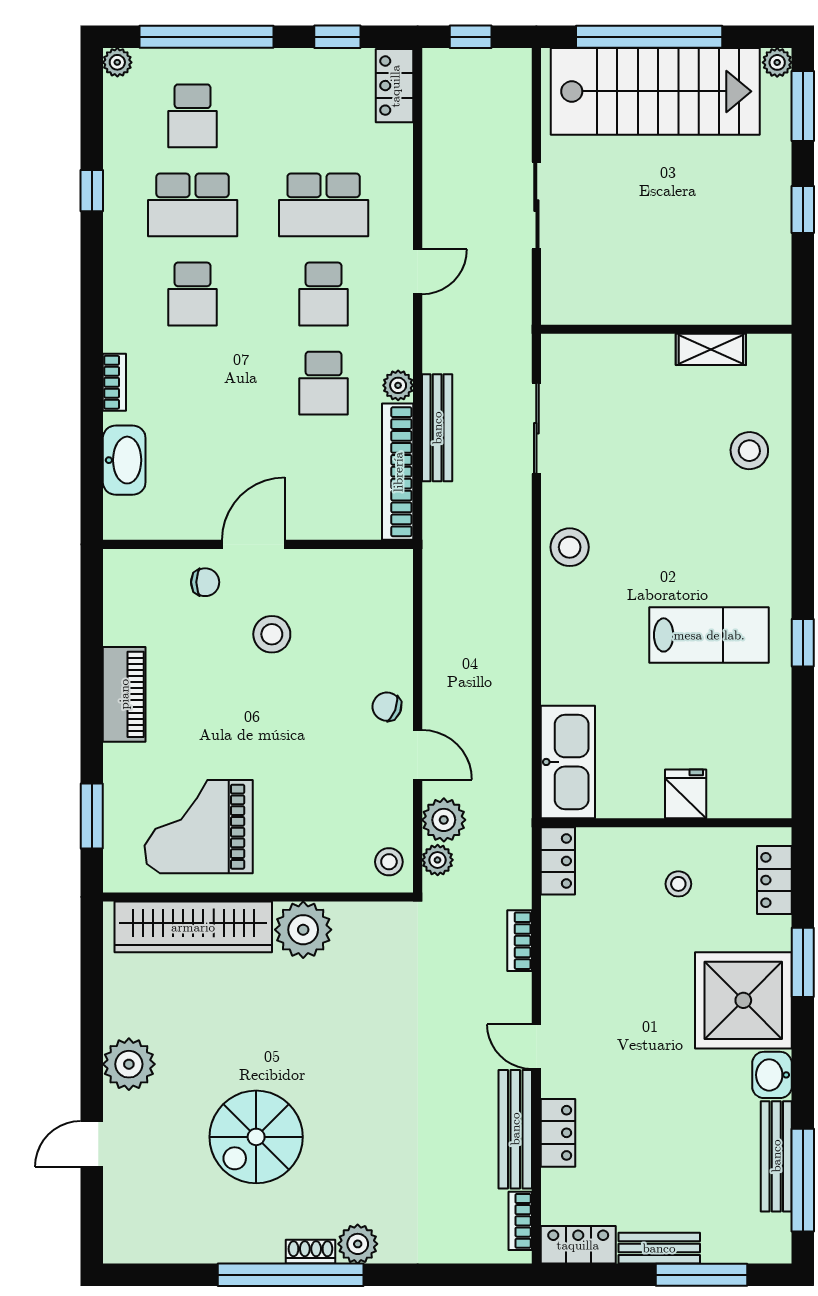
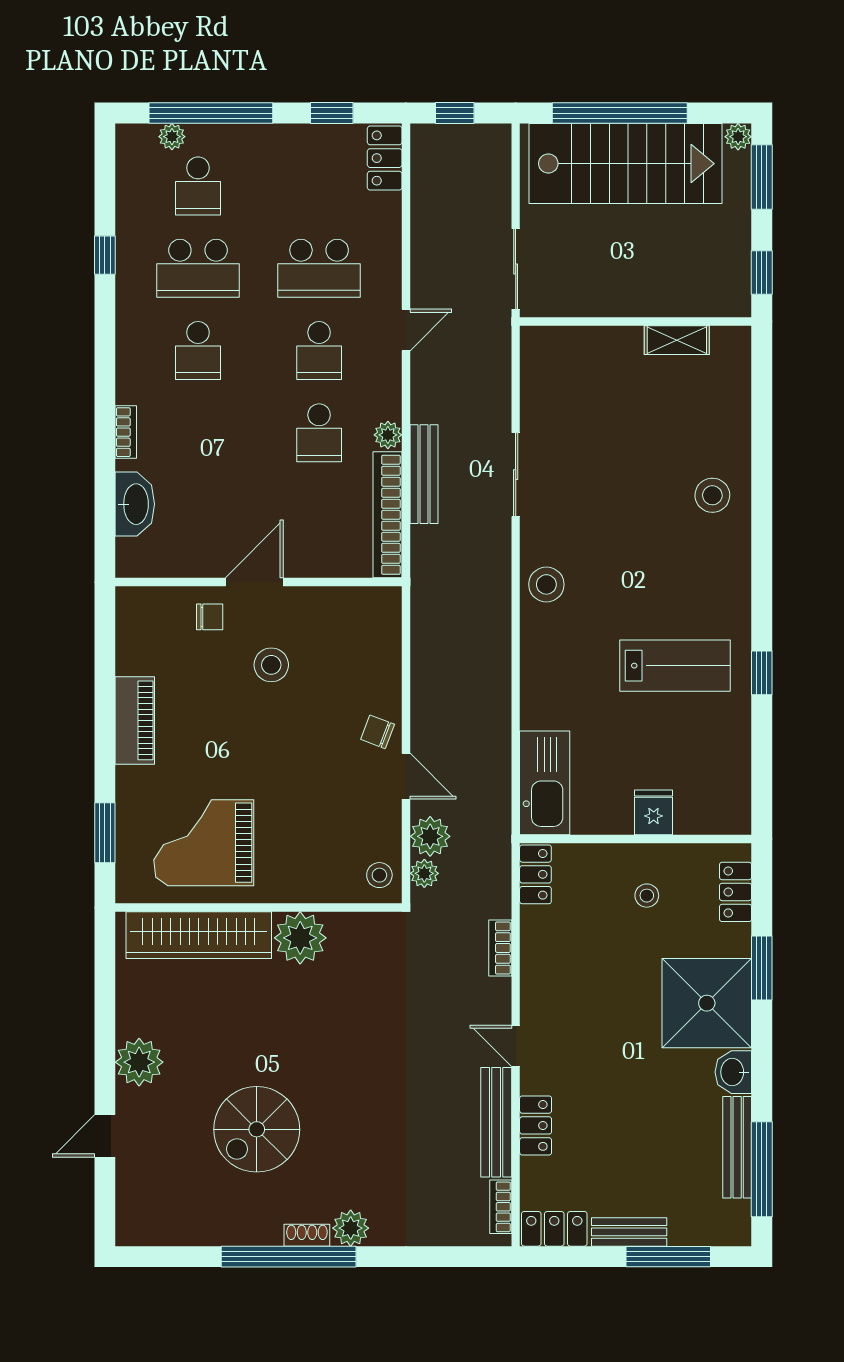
plant: (117, 62) -> (172, 137), moved
wall: (666, 329) -> (636, 321), moved
shelving: (711, 349) -> (677, 340), moved

